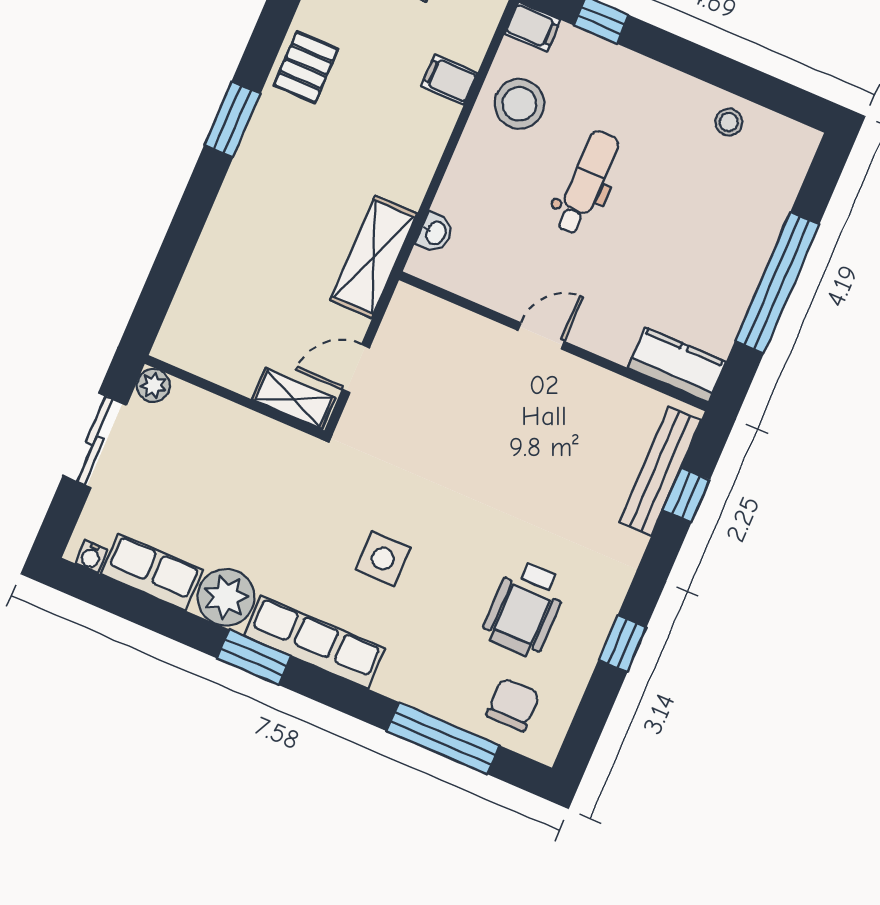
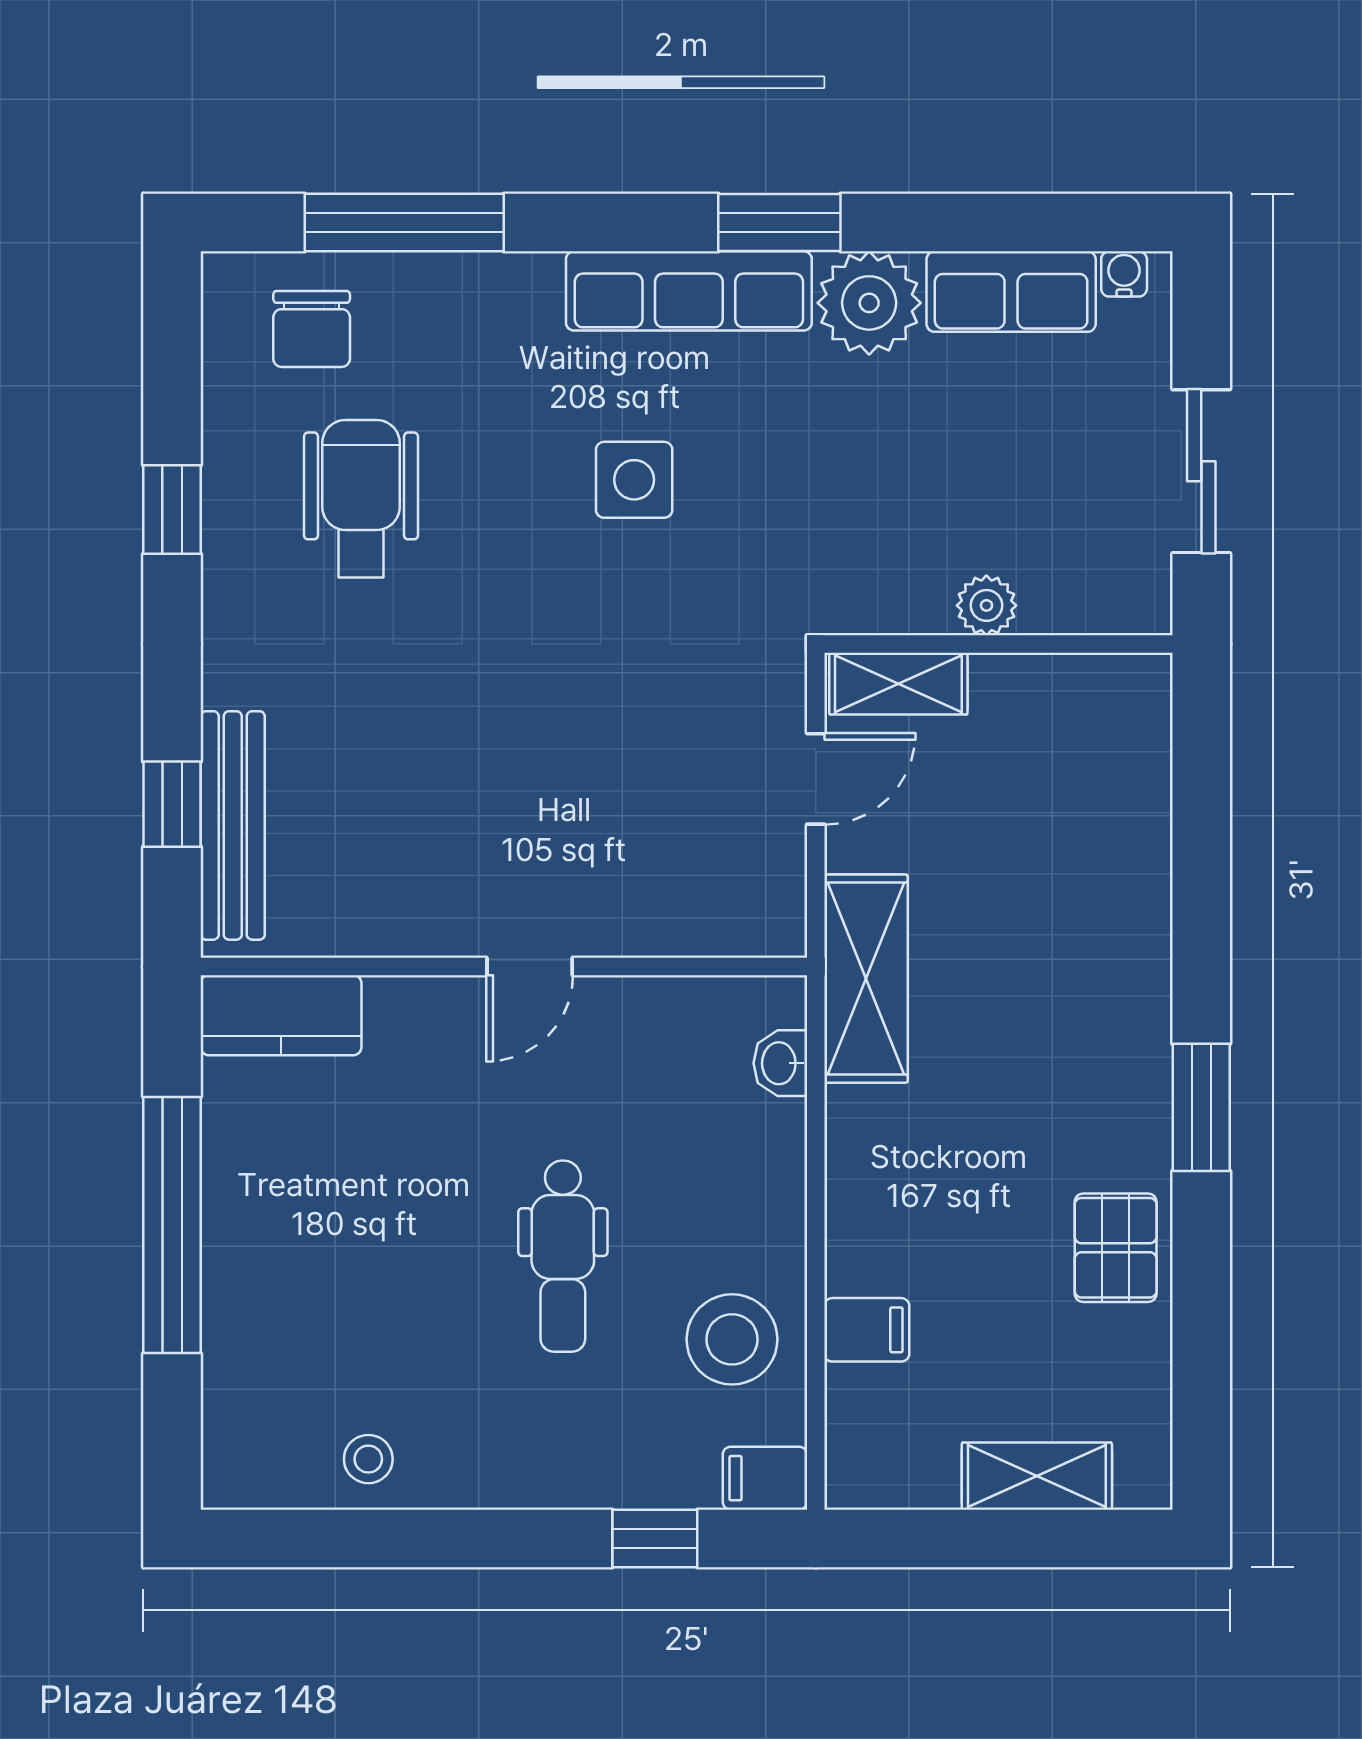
plant: (153, 385) -> (986, 605), moved

